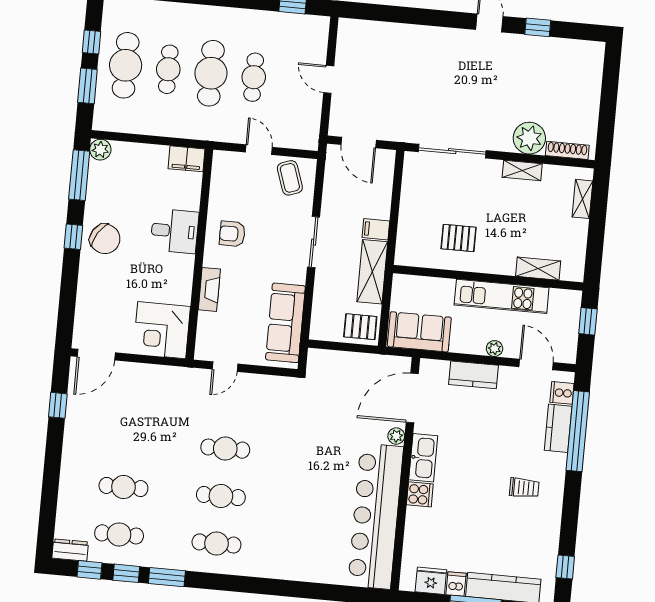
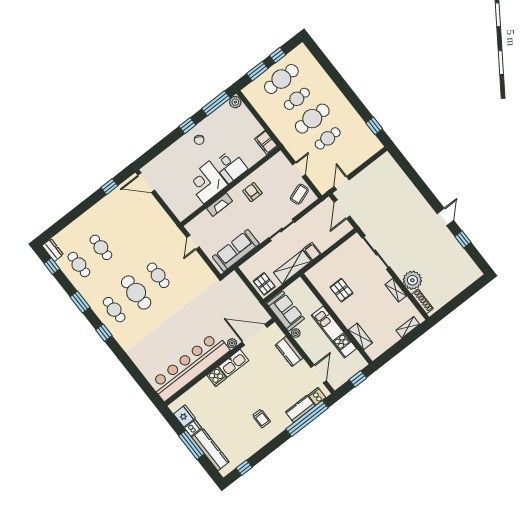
door: (329, 79) -> (342, 183), moved
chair: (105, 239) -> (199, 140), width x0.54, depth x0.54
corner desk: (162, 330) -> (206, 182), moved
plant: (495, 349) -> (296, 333), moved
door: (225, 367) -> (193, 242), hinge flipped
cafe table: (221, 496) -> (136, 292), width x1.37, depth x1.35
window: (126, 573) -> (104, 333), moved

